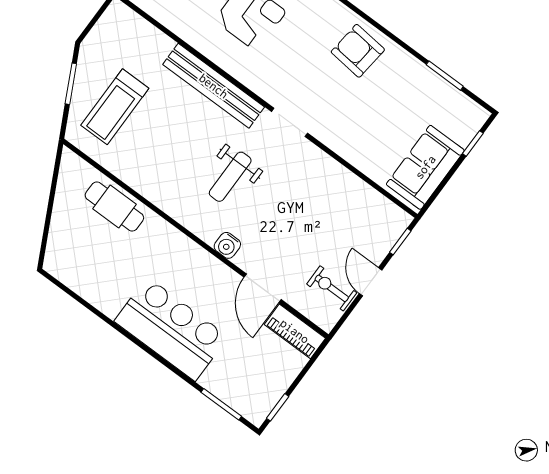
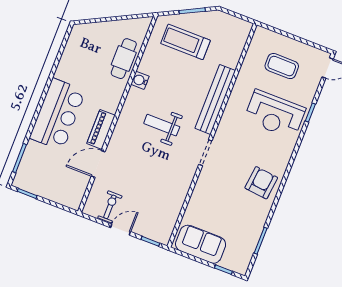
water cooler: (227, 245) -> (140, 80), moved
piano: (295, 331) -> (101, 129), moved

